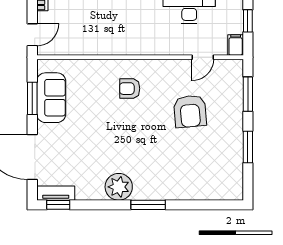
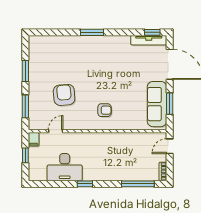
sofa: (51, 98) -> (157, 104), width x1.36
plant: (119, 187) -> (112, 44), removed
tv unit: (56, 193) -> (149, 40), width x1.41

